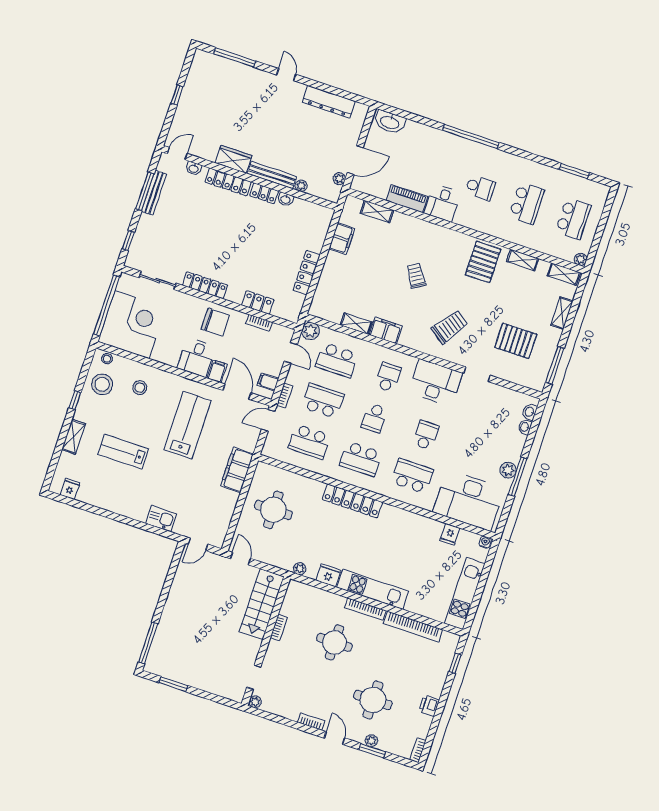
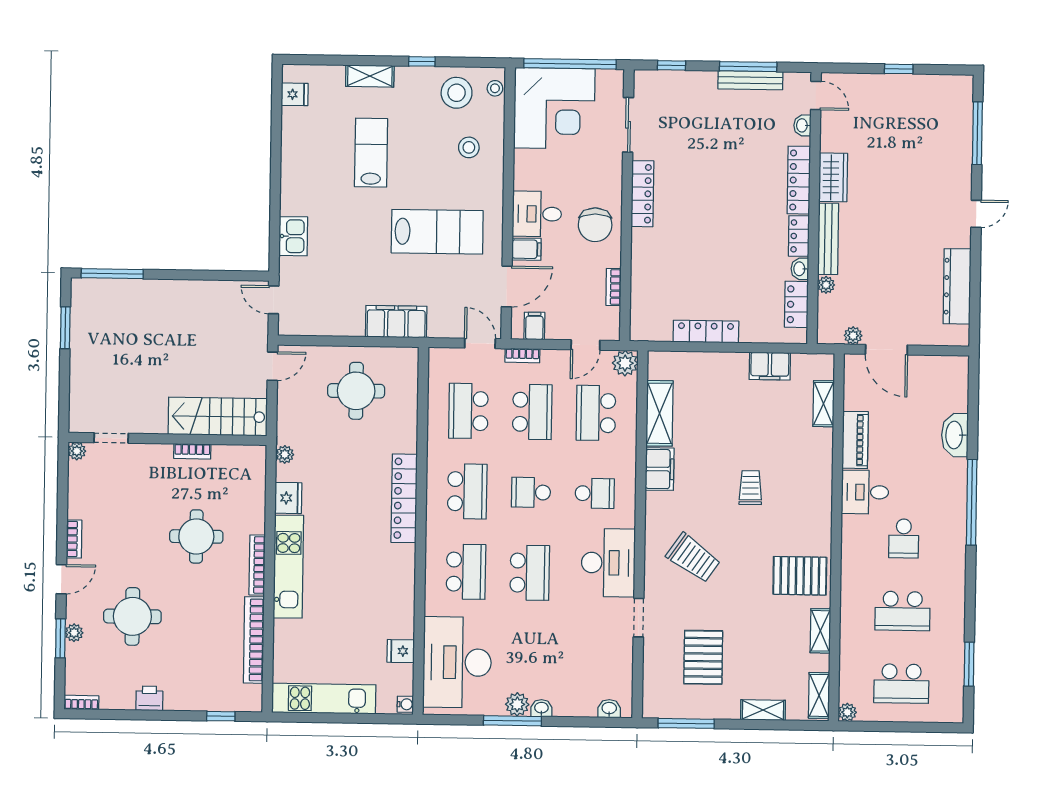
washbasin: (390, 122) -> (955, 435), moved
trolley: (416, 276) -> (750, 488), turned -58
locker: (258, 302) -> (796, 304), moved, turned 180
shelving: (356, 324) -> (659, 413), width x1.50, depth x1.33
washbasin: (525, 427) -> (541, 708), moved
school desk: (426, 435) -> (530, 573), width x1.85
school desk: (361, 459) -> (467, 491), turned 180

